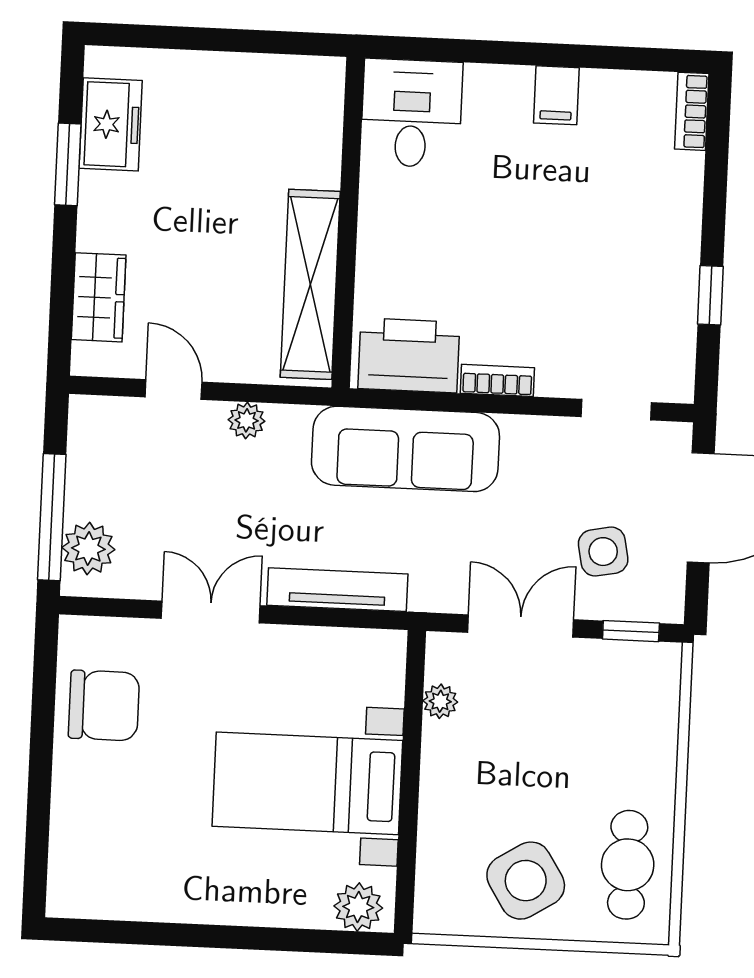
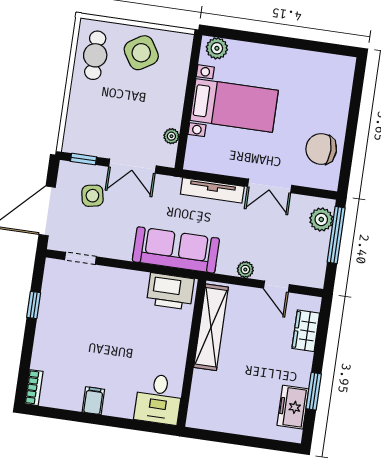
bookcase: (497, 380) -> (132, 276), removed

